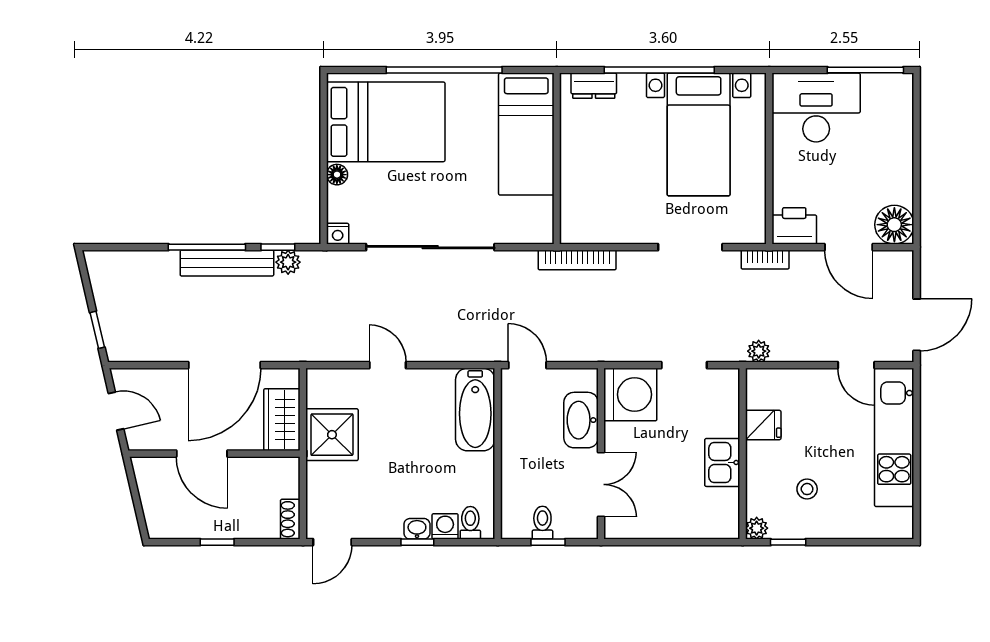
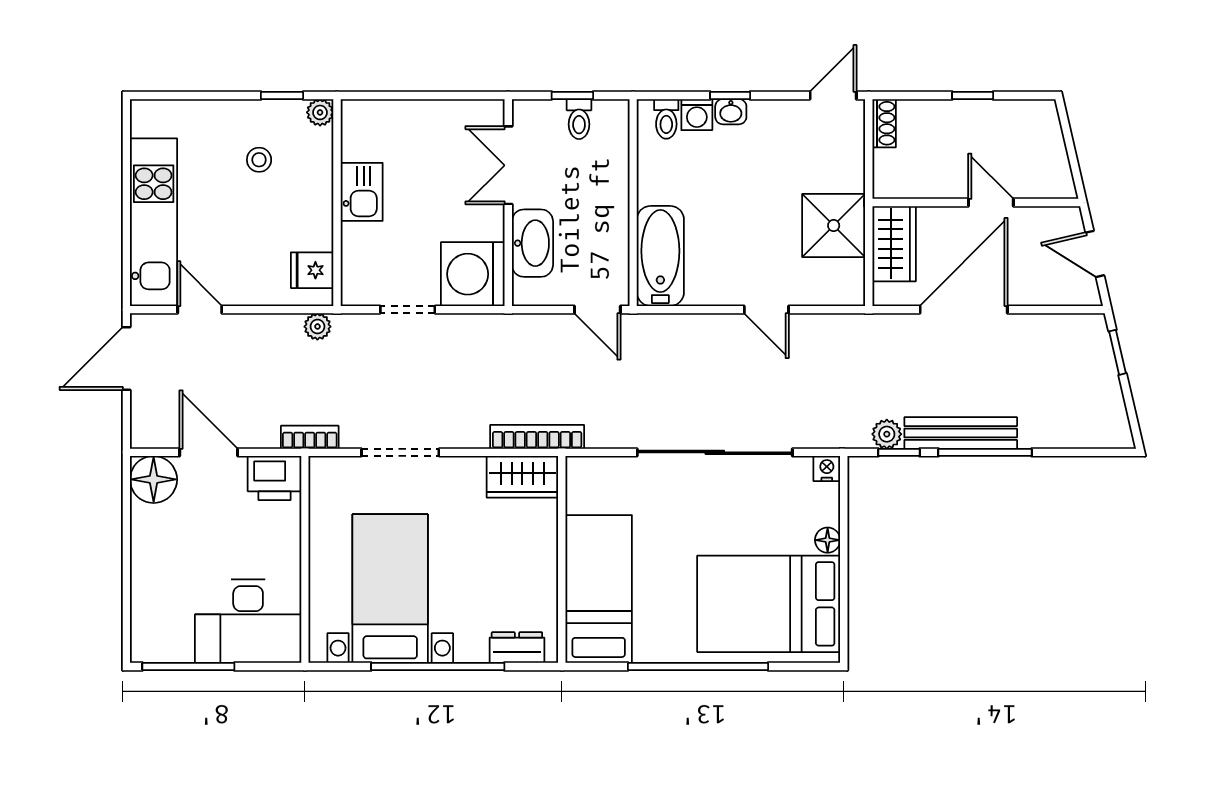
wardrobe: (589, 227) -> (522, 477), added
fridge: (763, 425) -> (312, 270), moved
door: (202, 454) -> (991, 203), width x0.73

